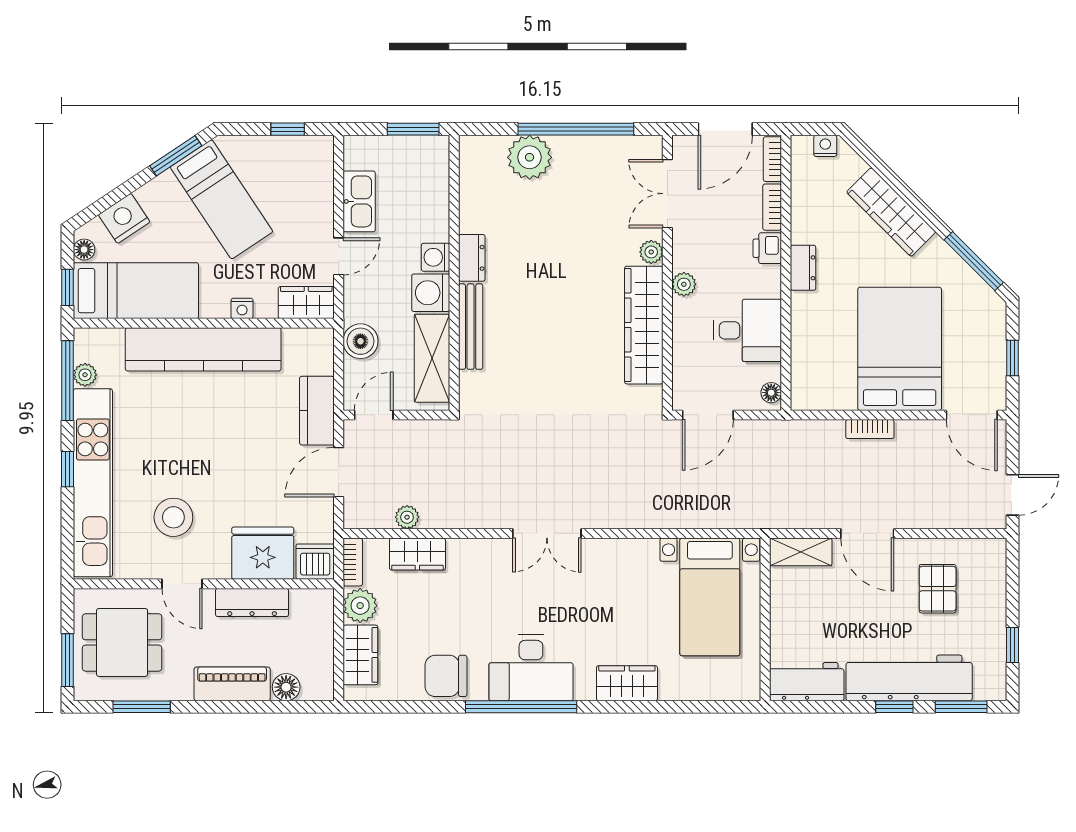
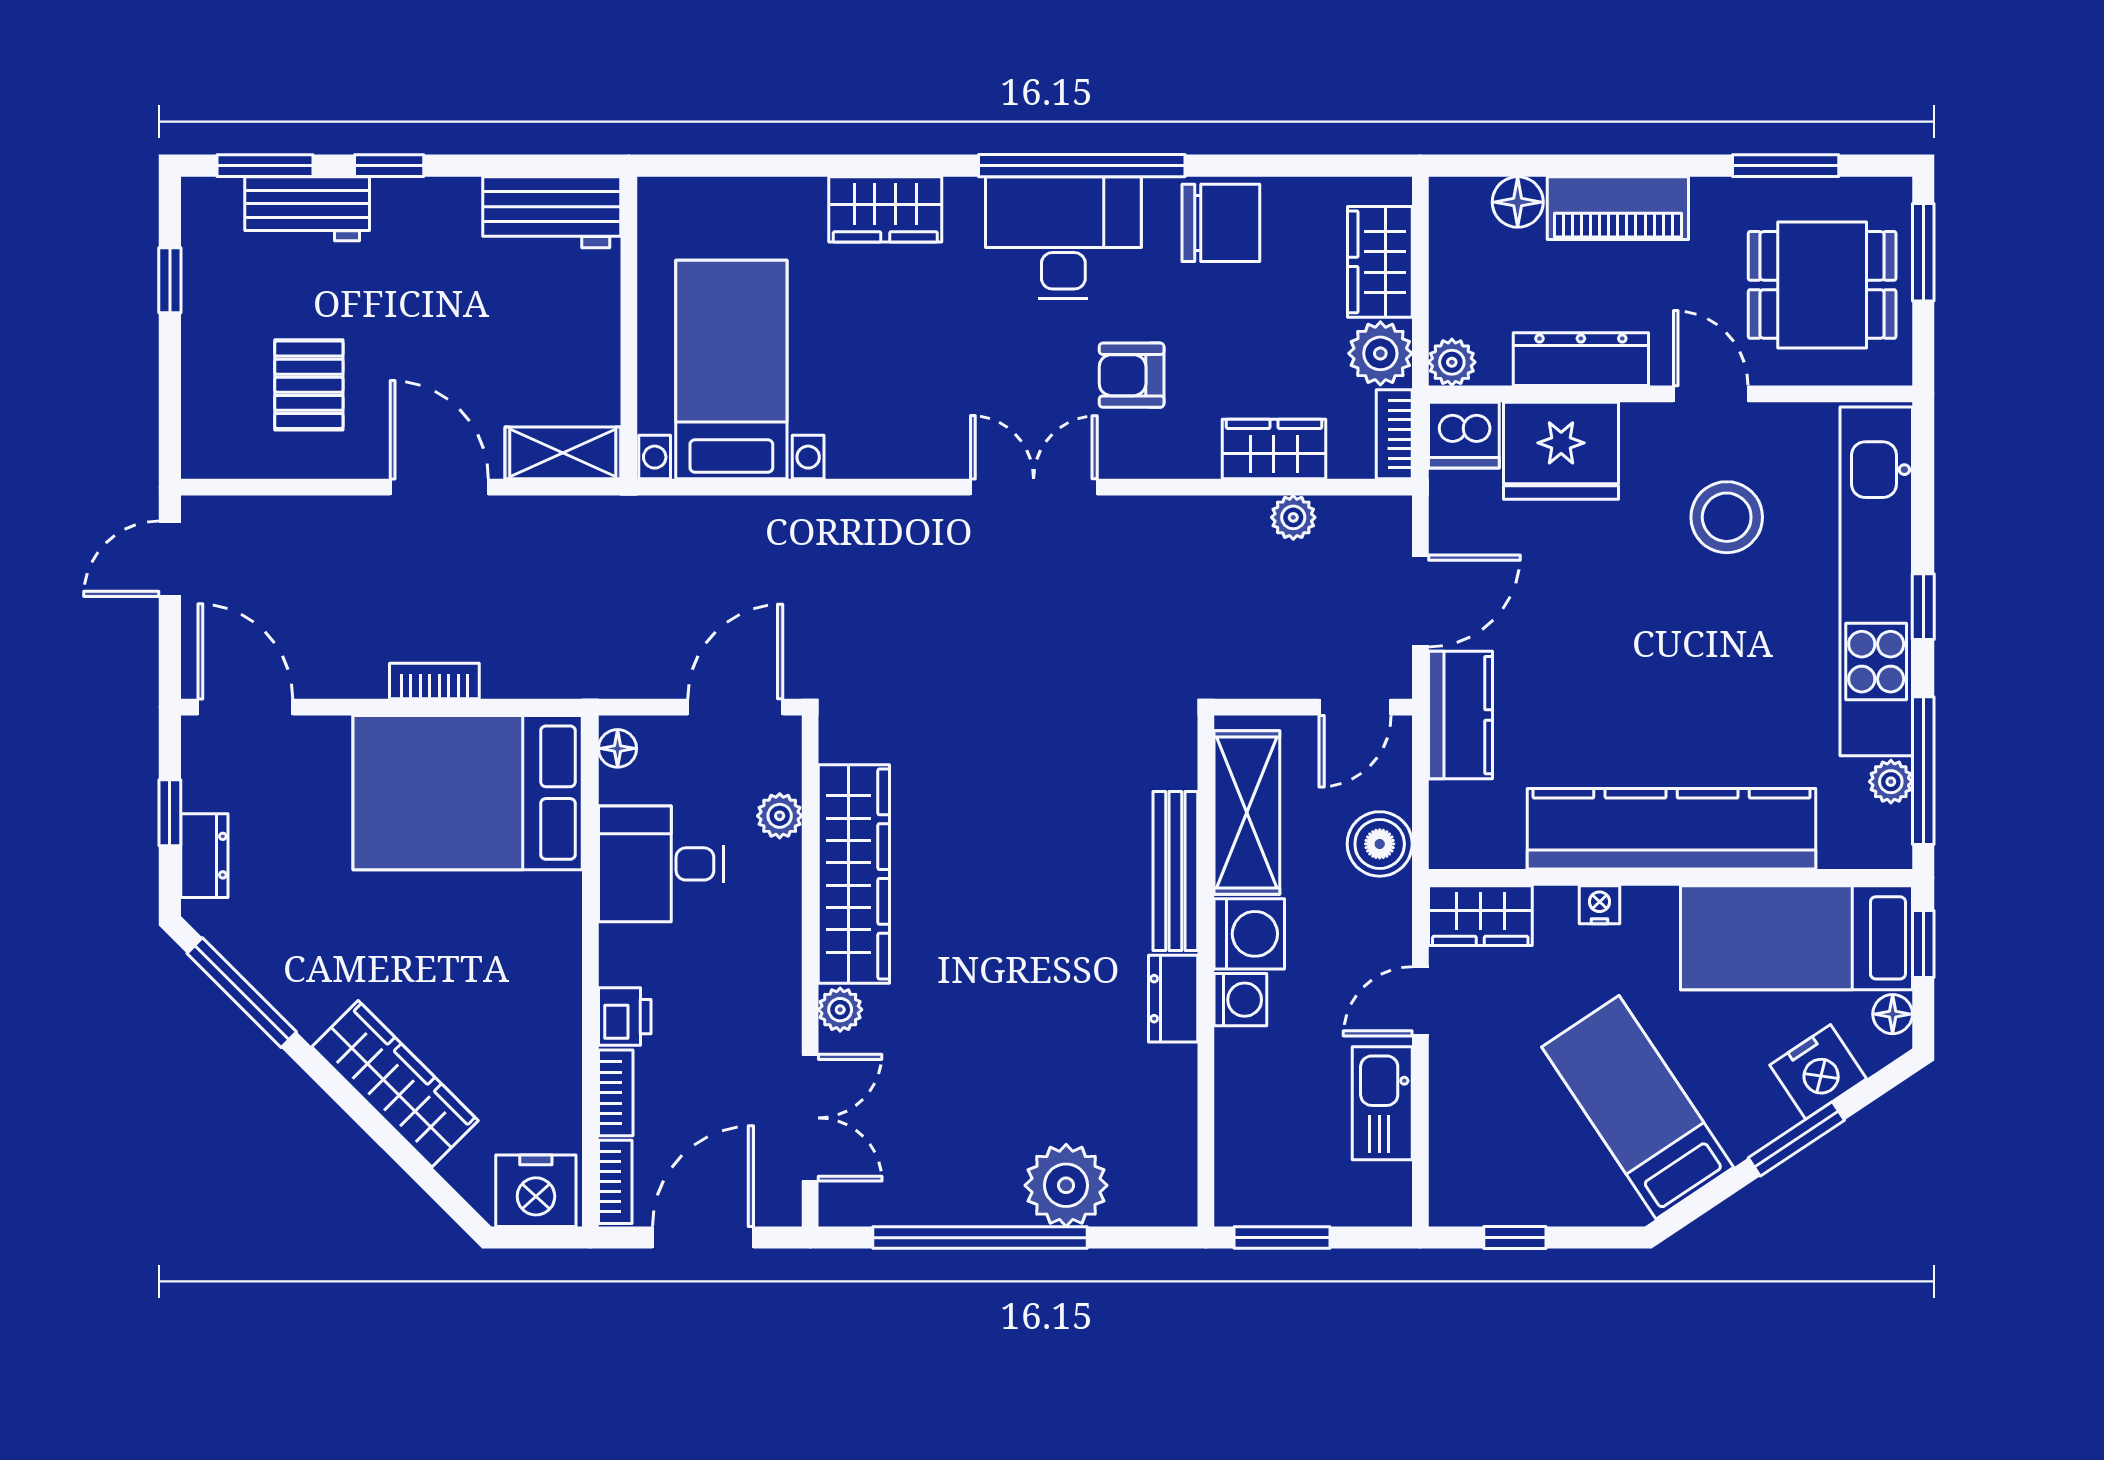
nightstand: (825, 146) -> (536, 1191), width x1.89, depth x1.79
window: (176, 156) -> (1796, 1139), moved
dresser: (803, 268) -> (204, 856), moved, turned 180
plant: (684, 284) -> (780, 816), moved
bed: (900, 349) -> (468, 793), moved, turned 90
armchair: (494, 594) -> (1132, 375), added
plant: (322, 601) -> (1452, 362), added
workbench: (909, 678) -> (307, 209), width x0.53, depth x0.76

